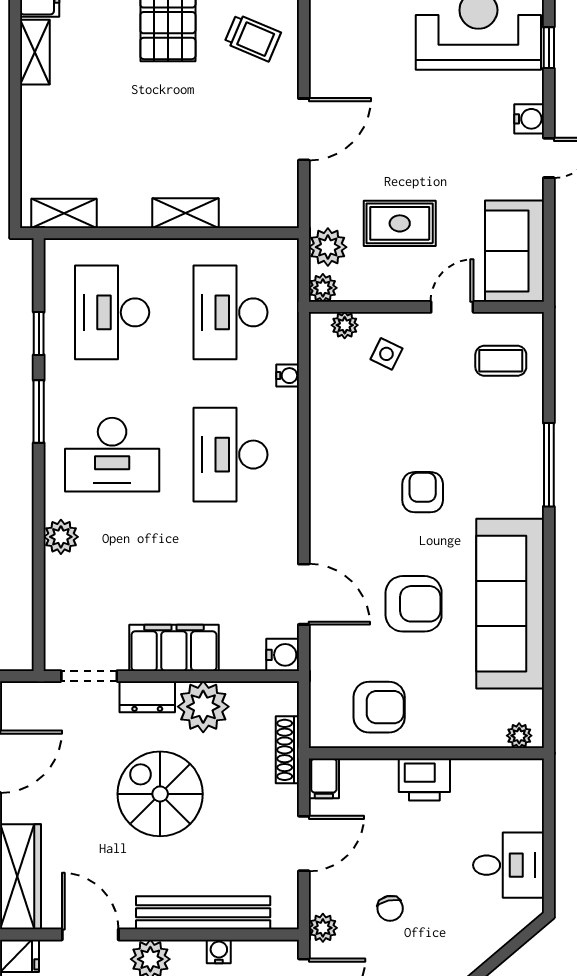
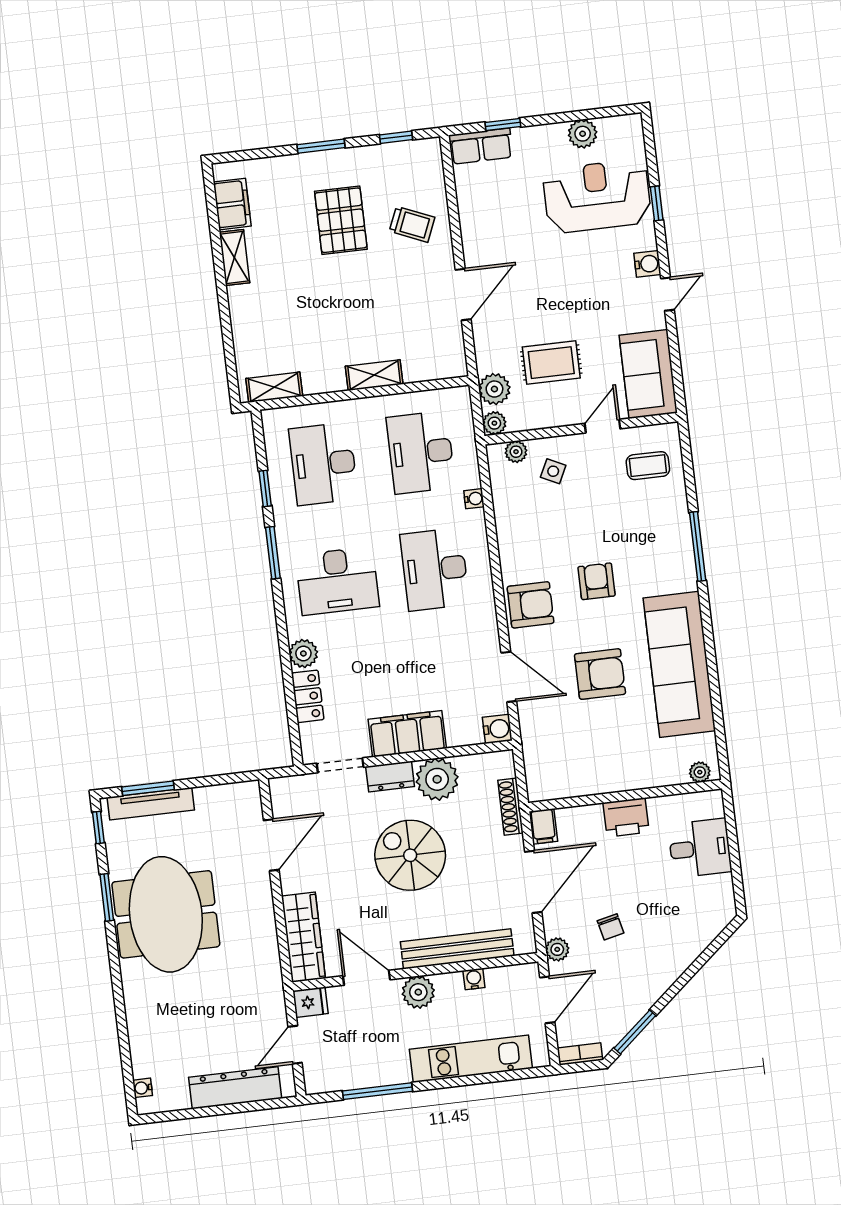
locker: (60, 589) -> (308, 696), added
armchair: (379, 707) -> (531, 605), moved
door: (304, 844) -> (533, 882), width x1.36
desk: (508, 865) -> (700, 848), moved

